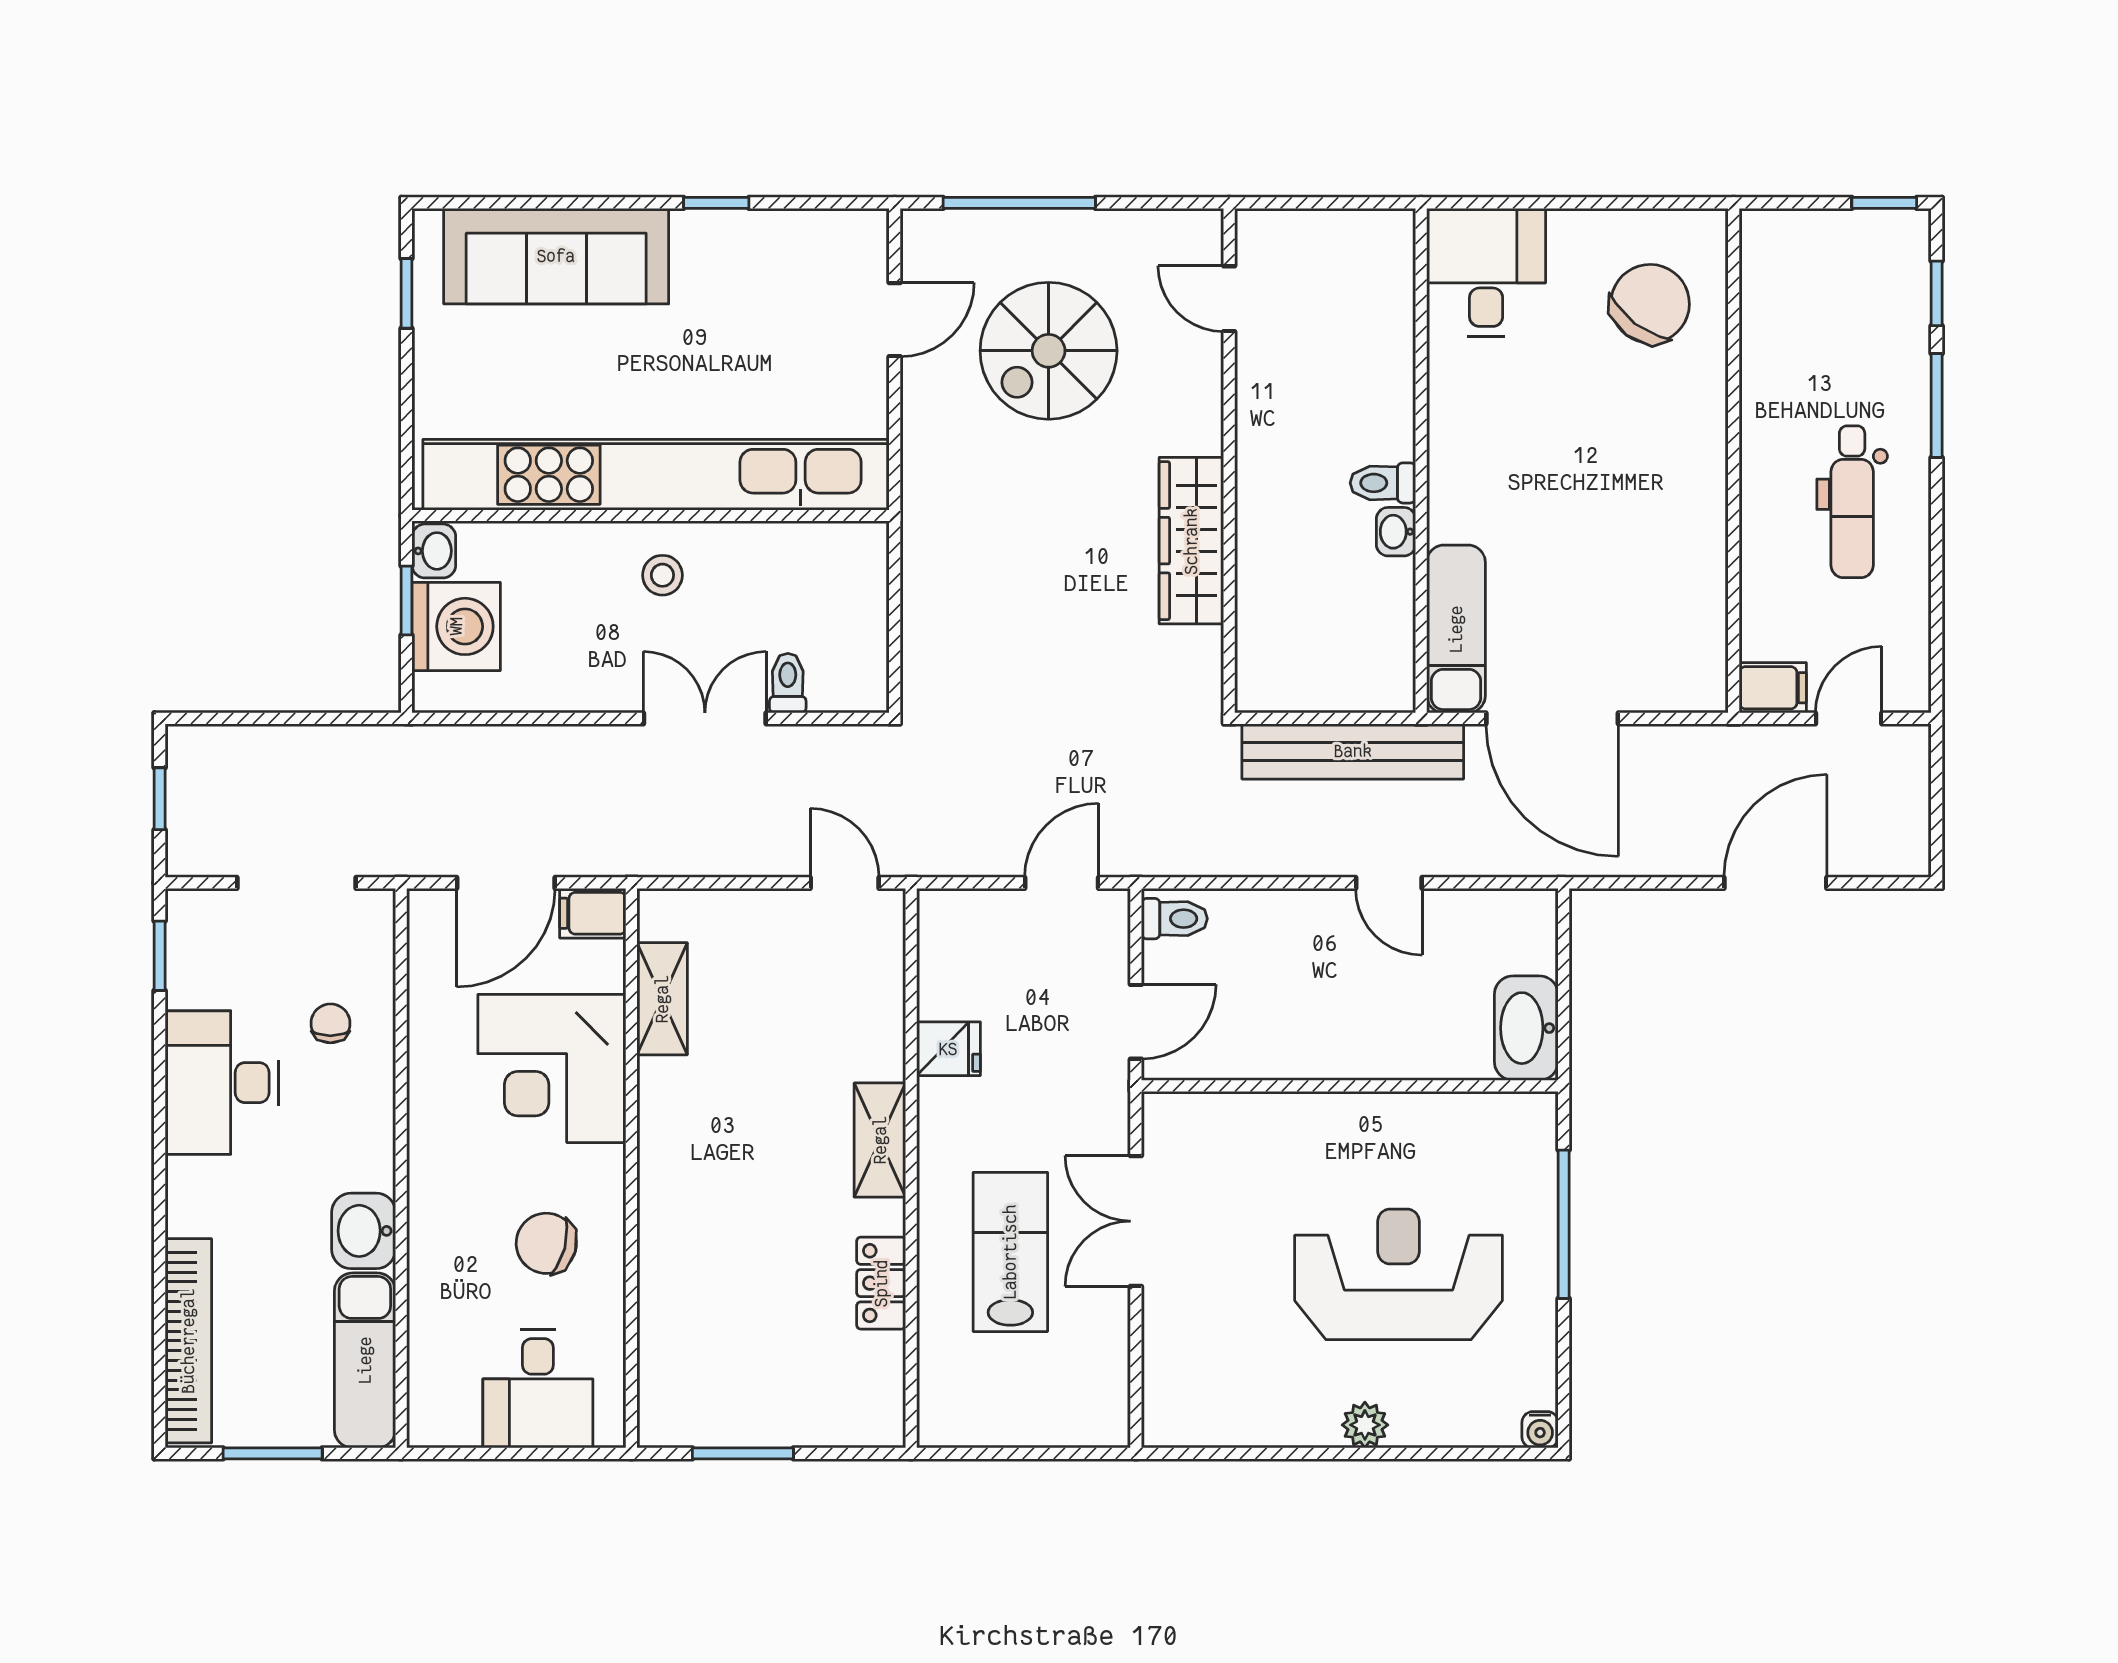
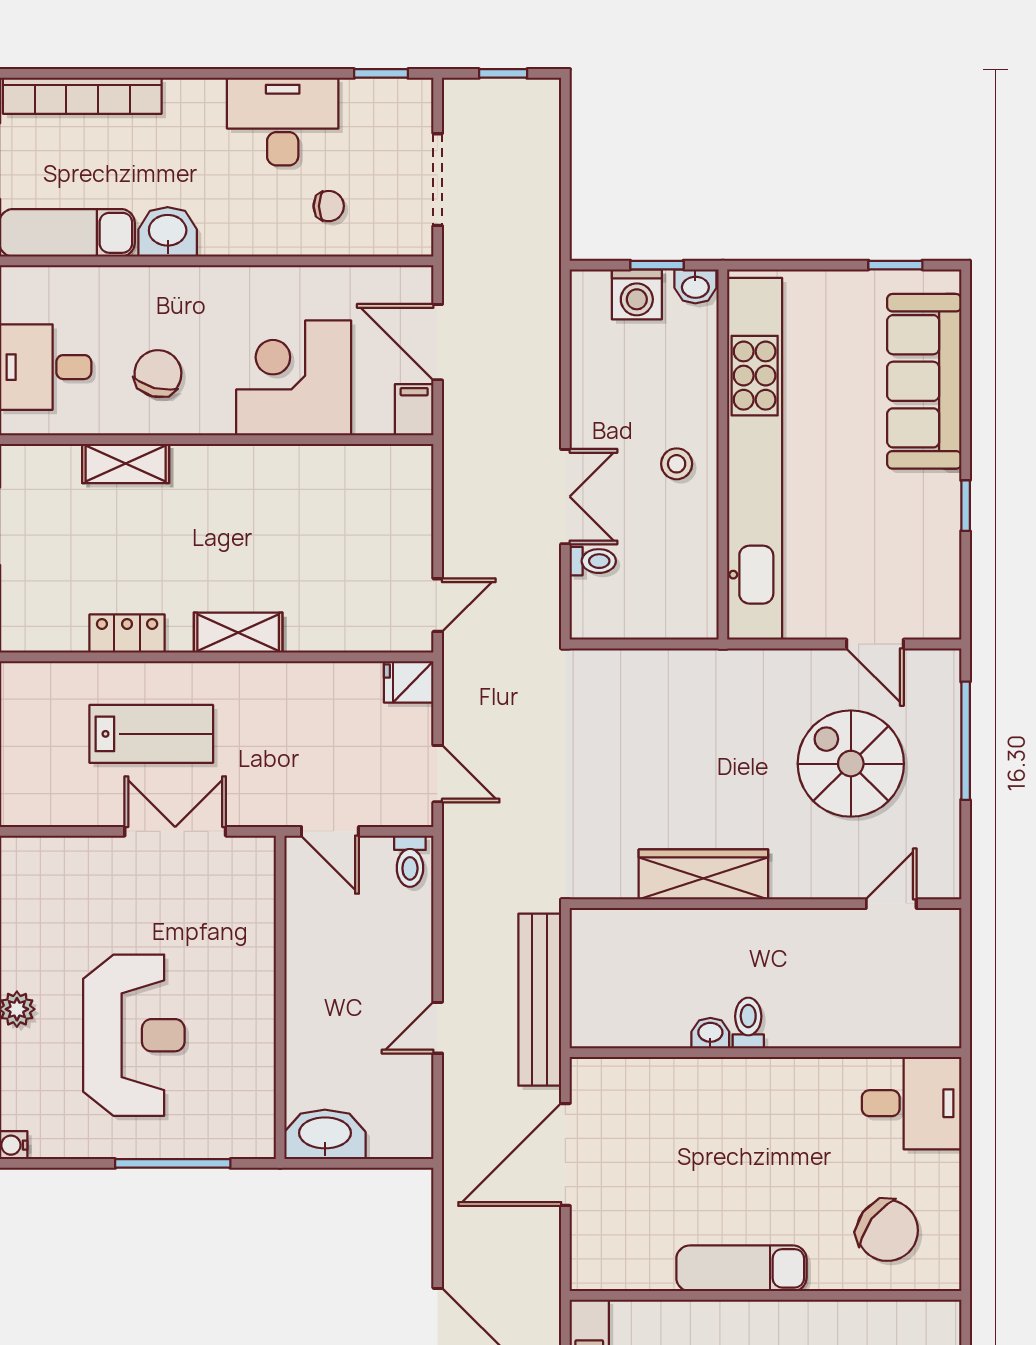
washing machine: (456, 626) -> (637, 294), width x0.73, depth x0.73
exam couch: (1456, 629) -> (741, 1268), moved, turned 180
shelving: (662, 999) -> (126, 463), moved
fridge: (948, 1049) -> (409, 682), moved, turned 90

